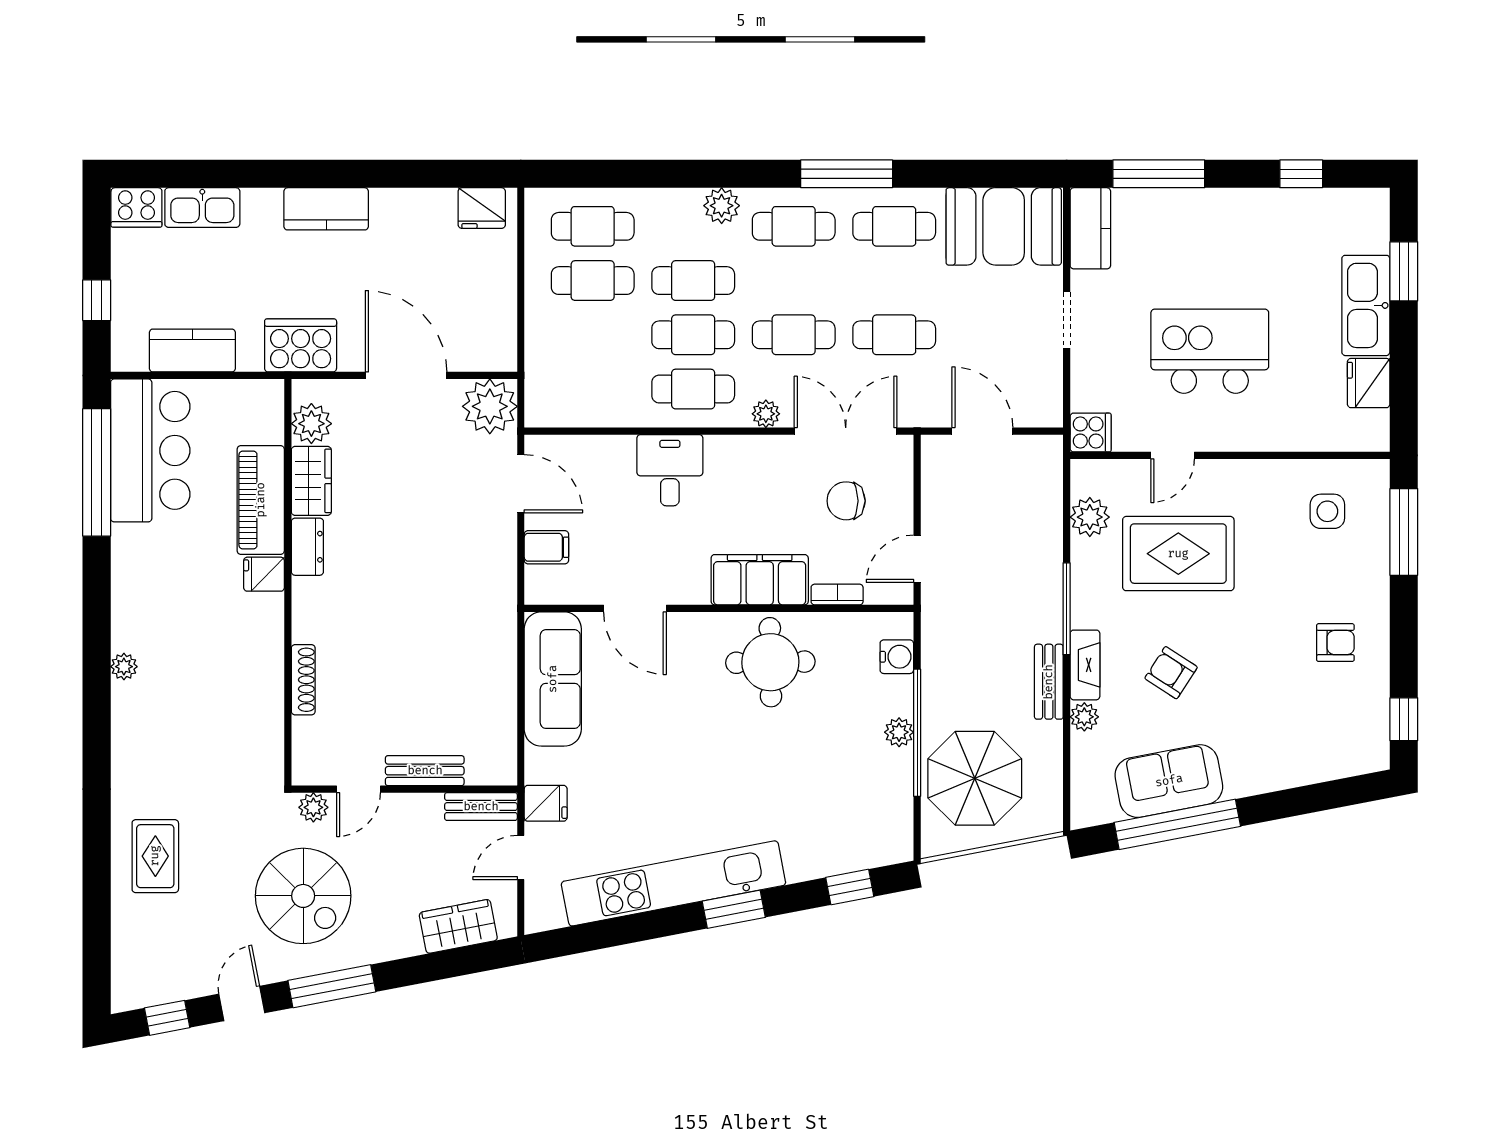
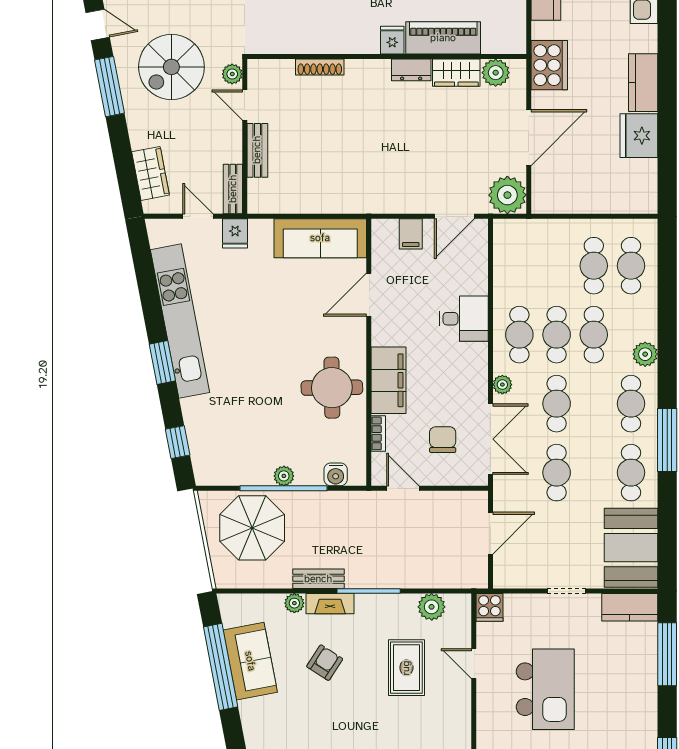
fridge: (482, 208) -> (639, 136), moved, width x1.36, depth x1.34
rug: (1178, 554) -> (406, 668), width x0.73, depth x0.70

